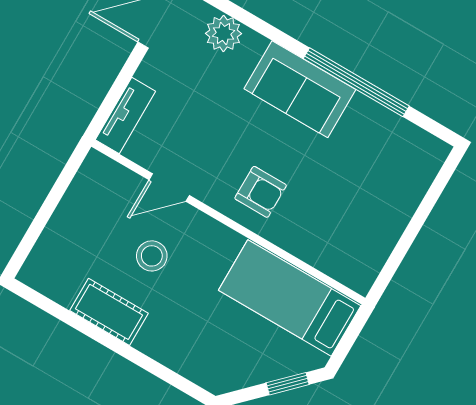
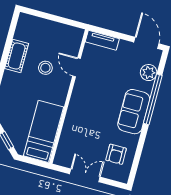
window: (356, 82) -> (153, 99), moved
armchair: (261, 192) -> (116, 154), moved
double door: (410, 234) -> (85, 175), added

